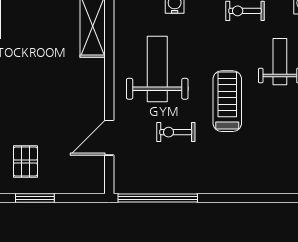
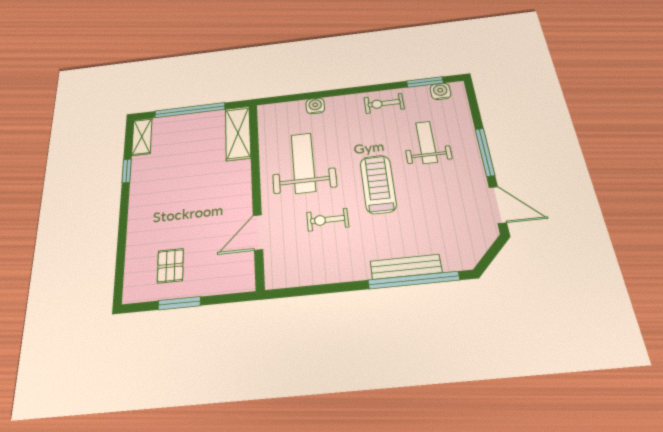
bench: (241, 185) -> (406, 267), added
window: (158, 198) -> (414, 280), moved

